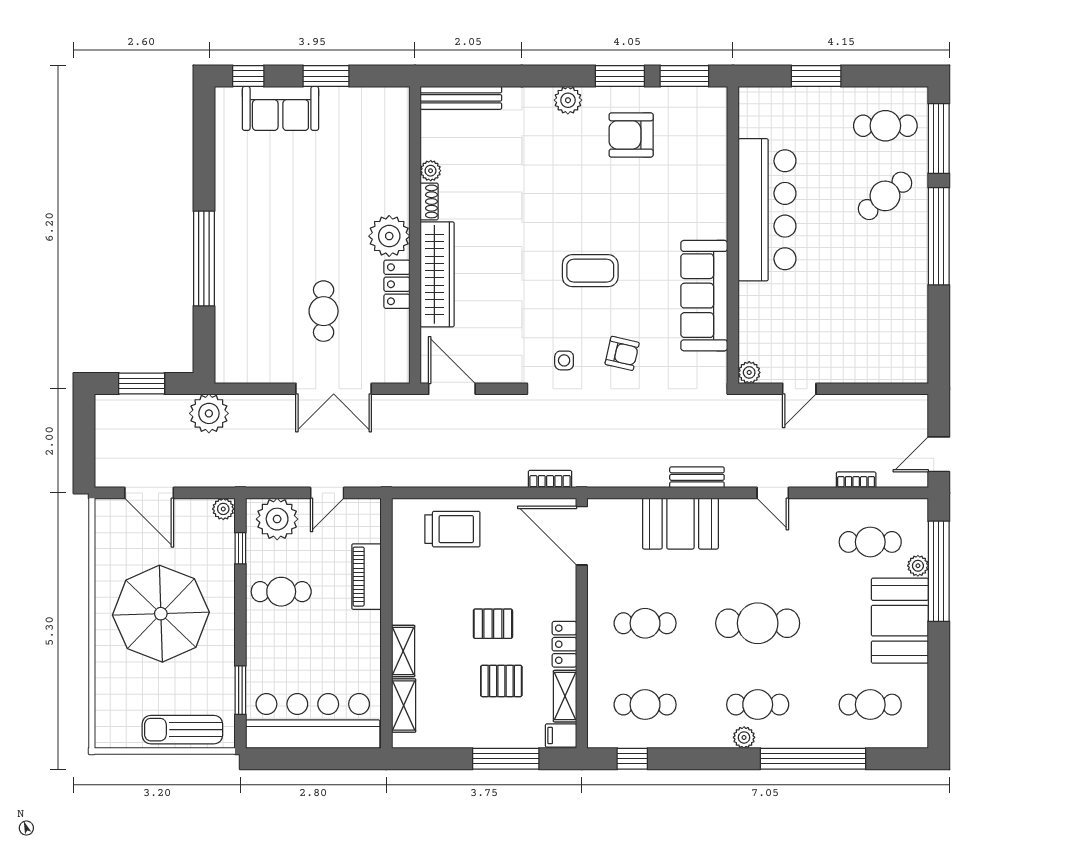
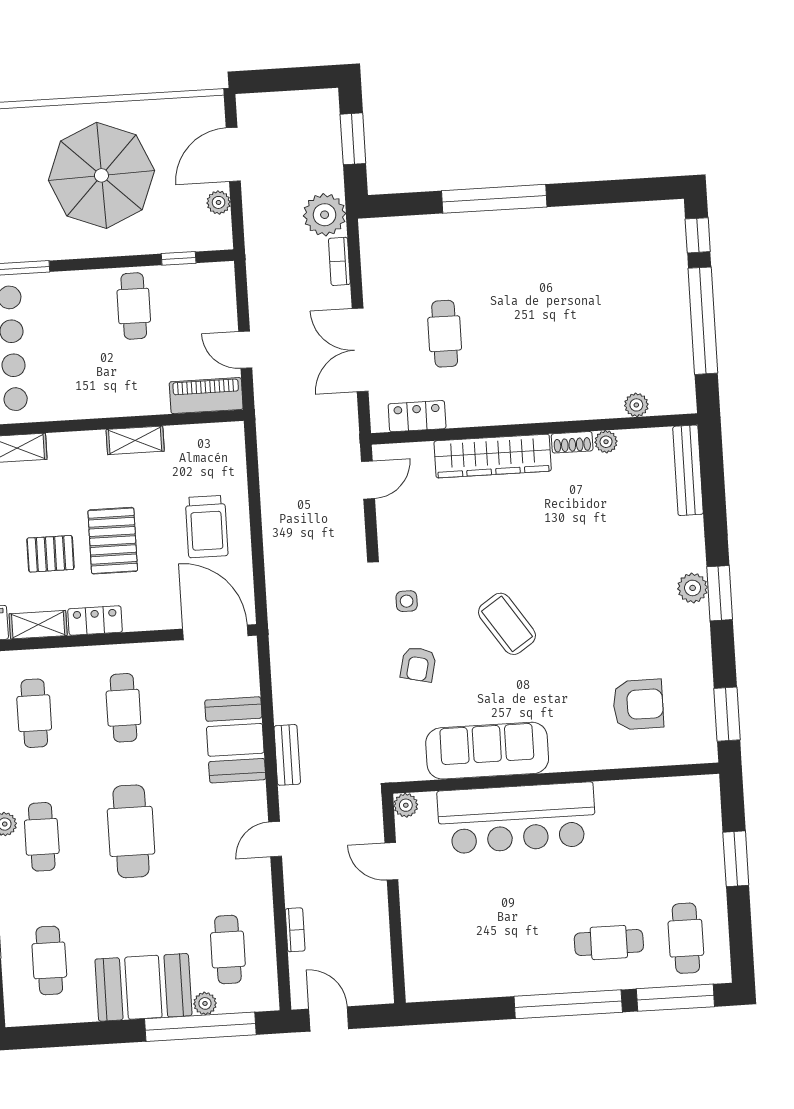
window: (326, 76) -> (703, 321), width x2.11
window: (620, 76) -> (720, 593), moved
sofa: (280, 108) -> (664, 273), removed
armchair: (631, 135) -> (638, 704), moved, turned 90
cafe table: (885, 196) -> (609, 943), turned -51
bar counter: (767, 210) -> (517, 818), moved
plant: (389, 236) -> (636, 405), moved, width x0.53, depth x0.53
coffee table: (590, 271) -> (507, 624), turned -34
locker: (397, 284) -> (417, 416), moved
cafe table: (324, 311) -> (445, 334), turned 90
door: (452, 389) -> (368, 480), width x0.73
bookcase: (550, 479) -> (339, 261), moved, turned 180
plant: (223, 509) -> (219, 202), moved
plant: (277, 519) -> (213, 297), removed
trolley: (452, 529) -> (207, 527), moved
door: (582, 536) -> (215, 632), hinge flipped
piano: (366, 577) -> (206, 396), moved
pallet: (493, 624) -> (113, 541), width x1.50, depth x1.42
shelving: (403, 651) -> (135, 440), moved
pallet: (501, 681) -> (50, 554), turned 90

